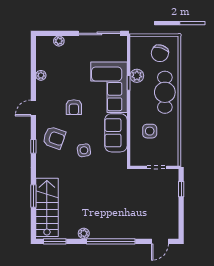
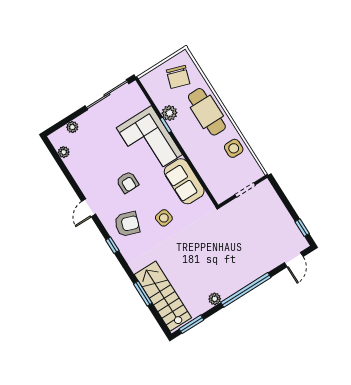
plant: (41, 75) -> (64, 152), moved
side table: (150, 131) -> (234, 148), moved
window: (181, 189) -> (302, 228), moved

